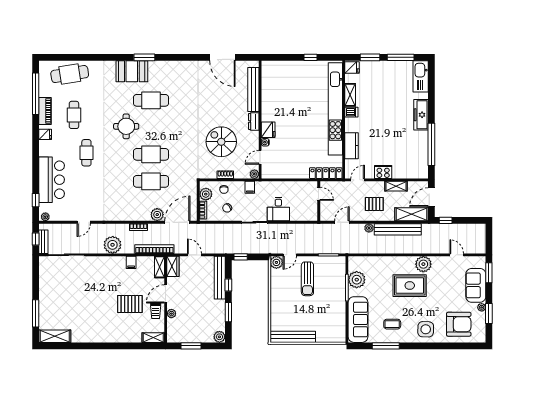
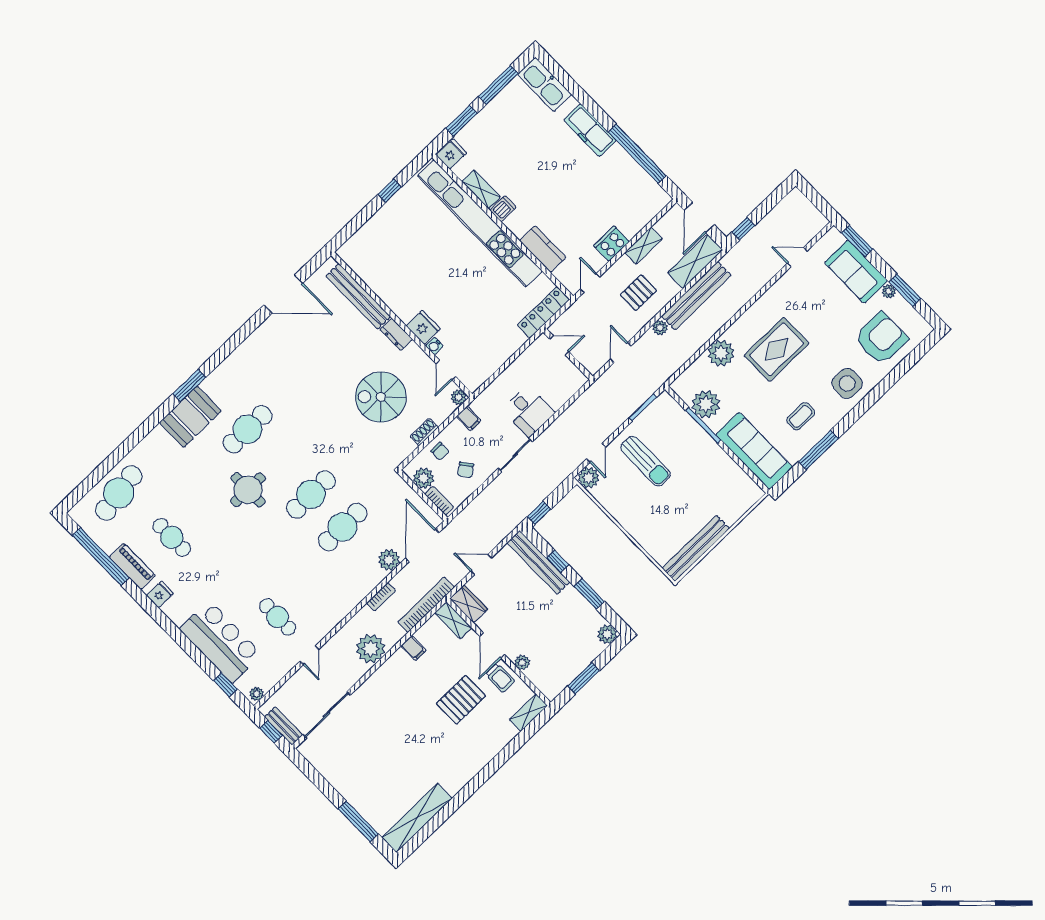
cafe table: (86, 153) -> (278, 617), moved
plant: (423, 264) -> (721, 353), moved
shelving: (55, 336) -> (417, 818), width x1.47

